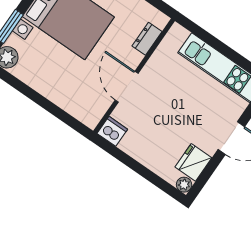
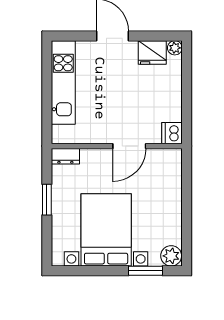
dresser: (147, 39) -> (65, 156), moved

